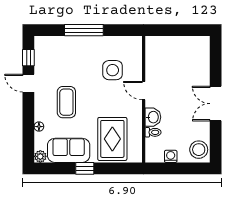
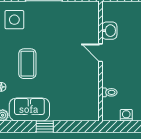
side table: (113, 70) -> (14, 20), moved
washbasin: (153, 117) -> (109, 31), moved
rug: (112, 139) -> (71, 99), removed

